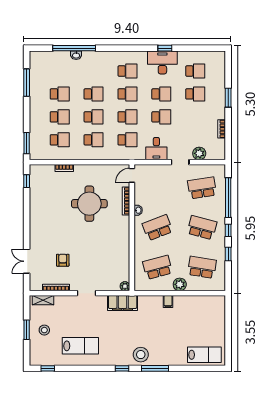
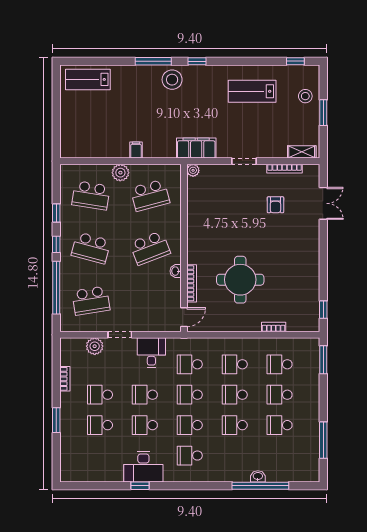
school desk: (195, 71) -> (100, 395), moved
stool: (44, 330) -> (305, 96), moved

